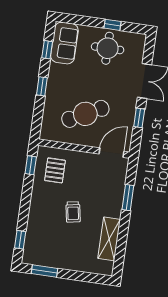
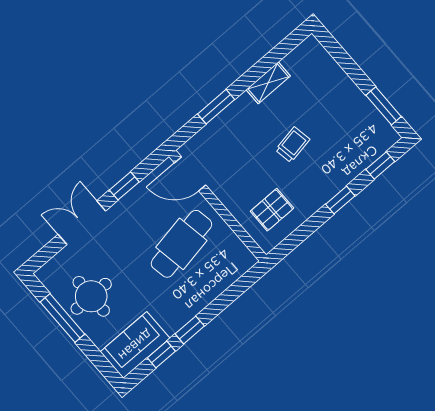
window: (112, 25) -> (62, 318), width x2.17
window: (42, 86) -> (190, 330), moved
cafe table: (85, 114) -> (181, 244), turned -73
window: (31, 165) -> (340, 200), moved
shelving: (109, 239) -> (268, 83), width x0.67, depth x0.75

